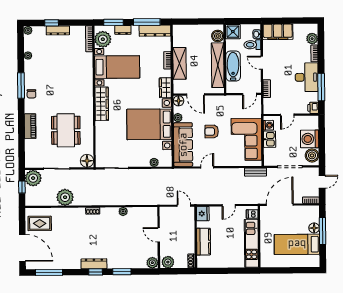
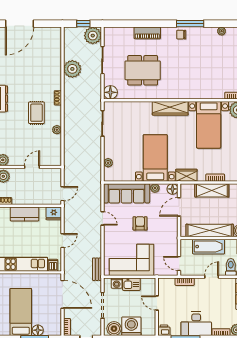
bed with nightstands: (149, 124) -> (155, 158), width x0.73
washing machine: (268, 125) -> (117, 283), moved
door: (229, 205) -> (62, 241), swing flipped
rug: (40, 223) -> (36, 113), moved

